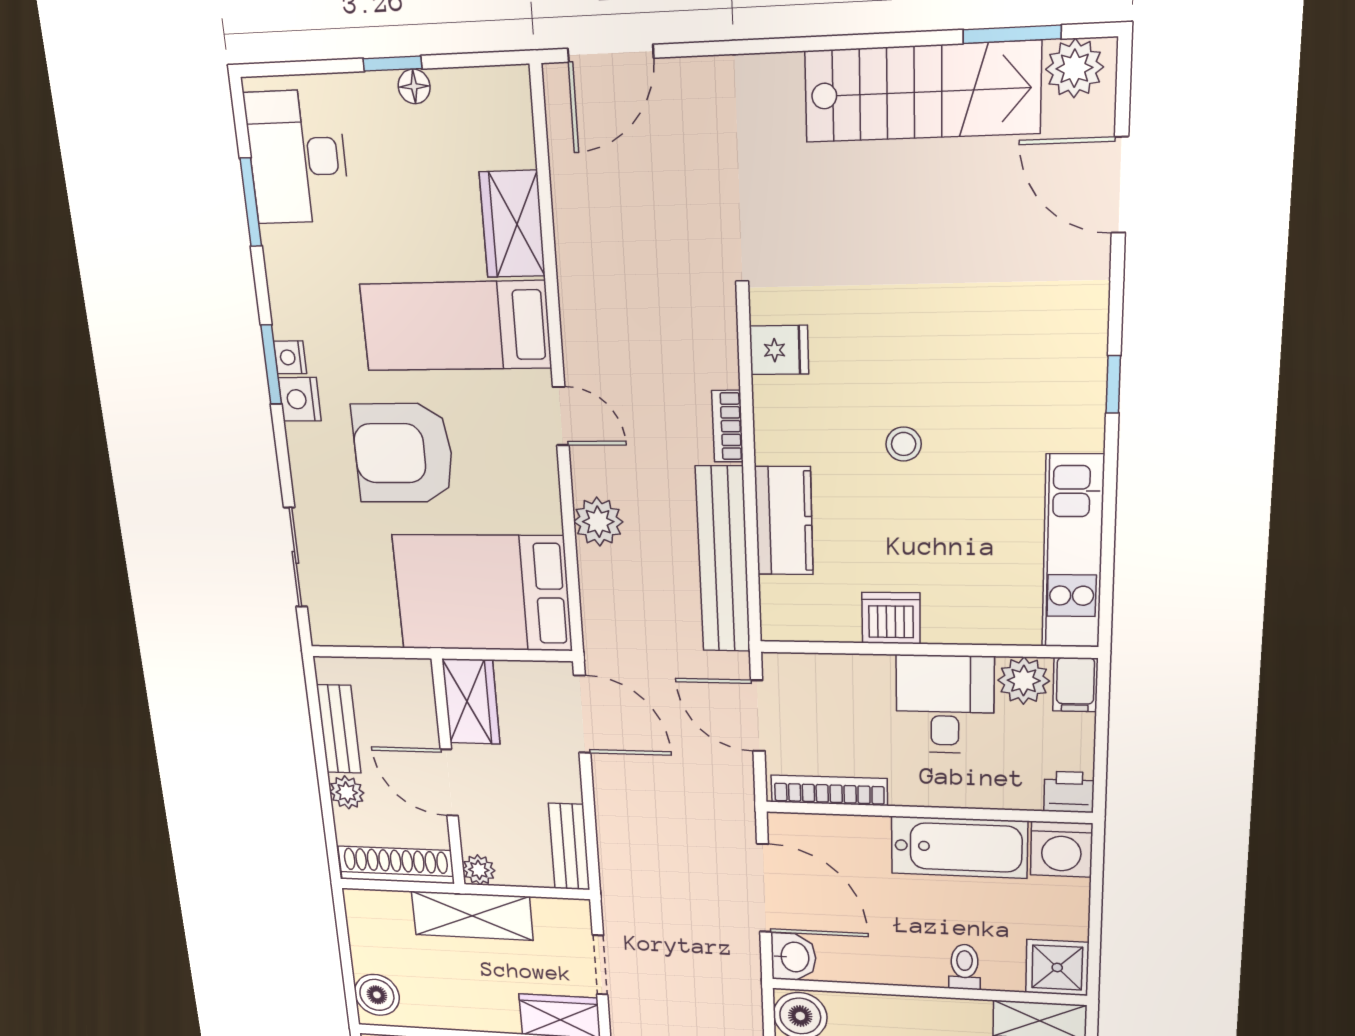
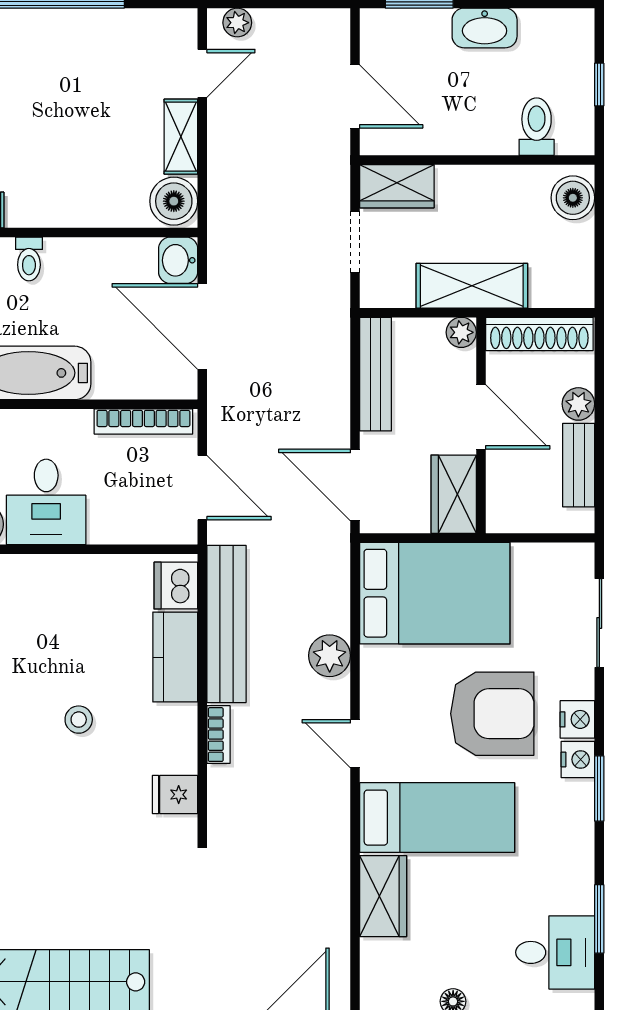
desk: (297, 157) -> (555, 952), width x0.73
nightstand: (290, 357) -> (577, 719), moved, width x1.39, depth x1.35
dishwasher: (891, 618) -> (176, 586), moved, turned 90
bench: (569, 847) -> (375, 374), width x1.36

